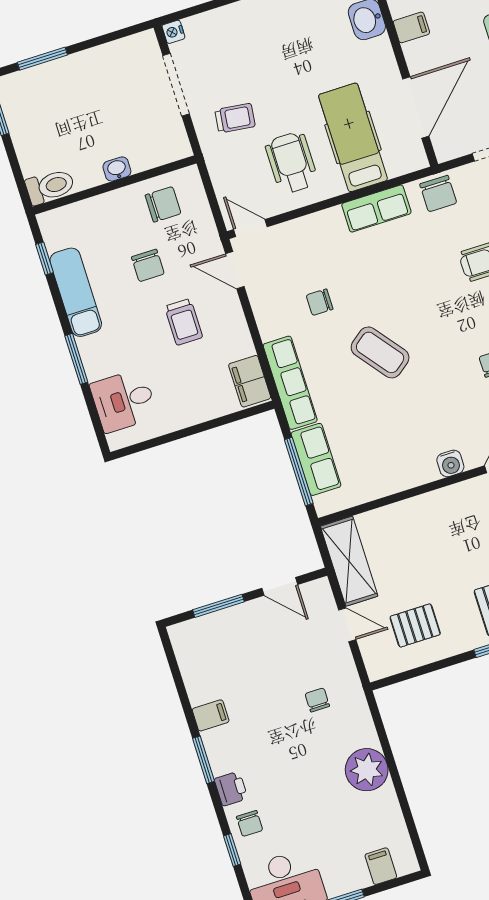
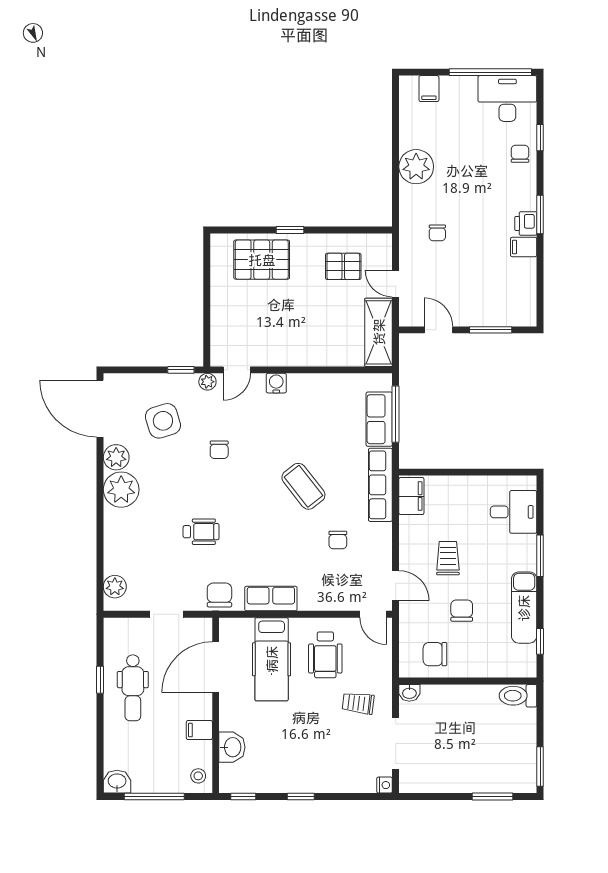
washbasin: (117, 169) -> (409, 693), moved
chair: (320, 302) -> (338, 540), turned 90
printer: (231, 789) -> (526, 223), moved

